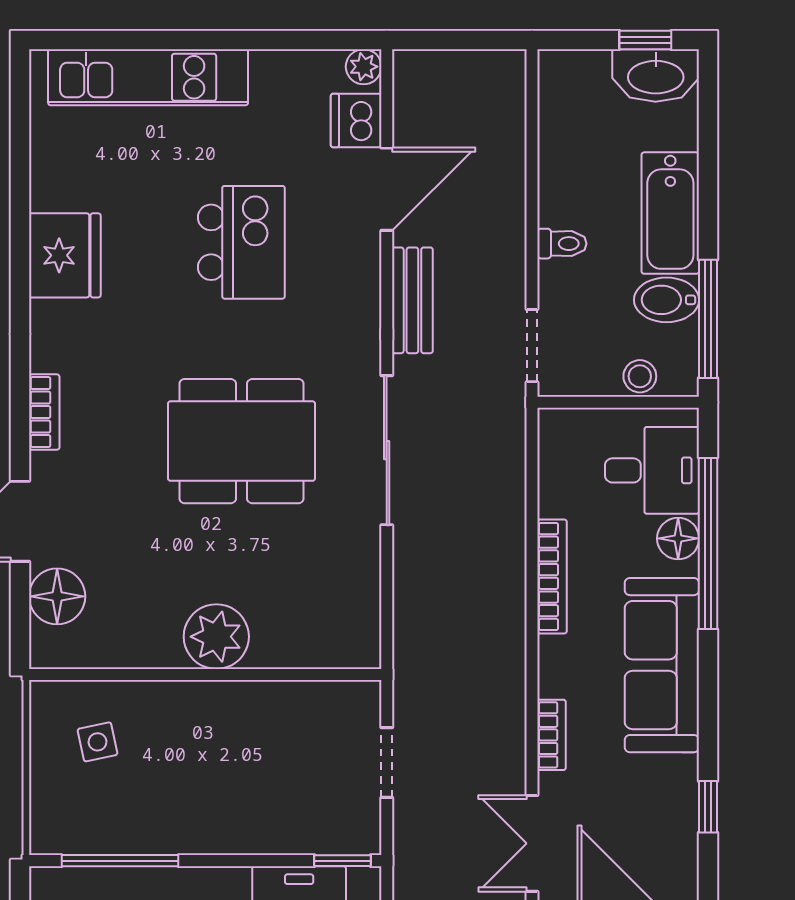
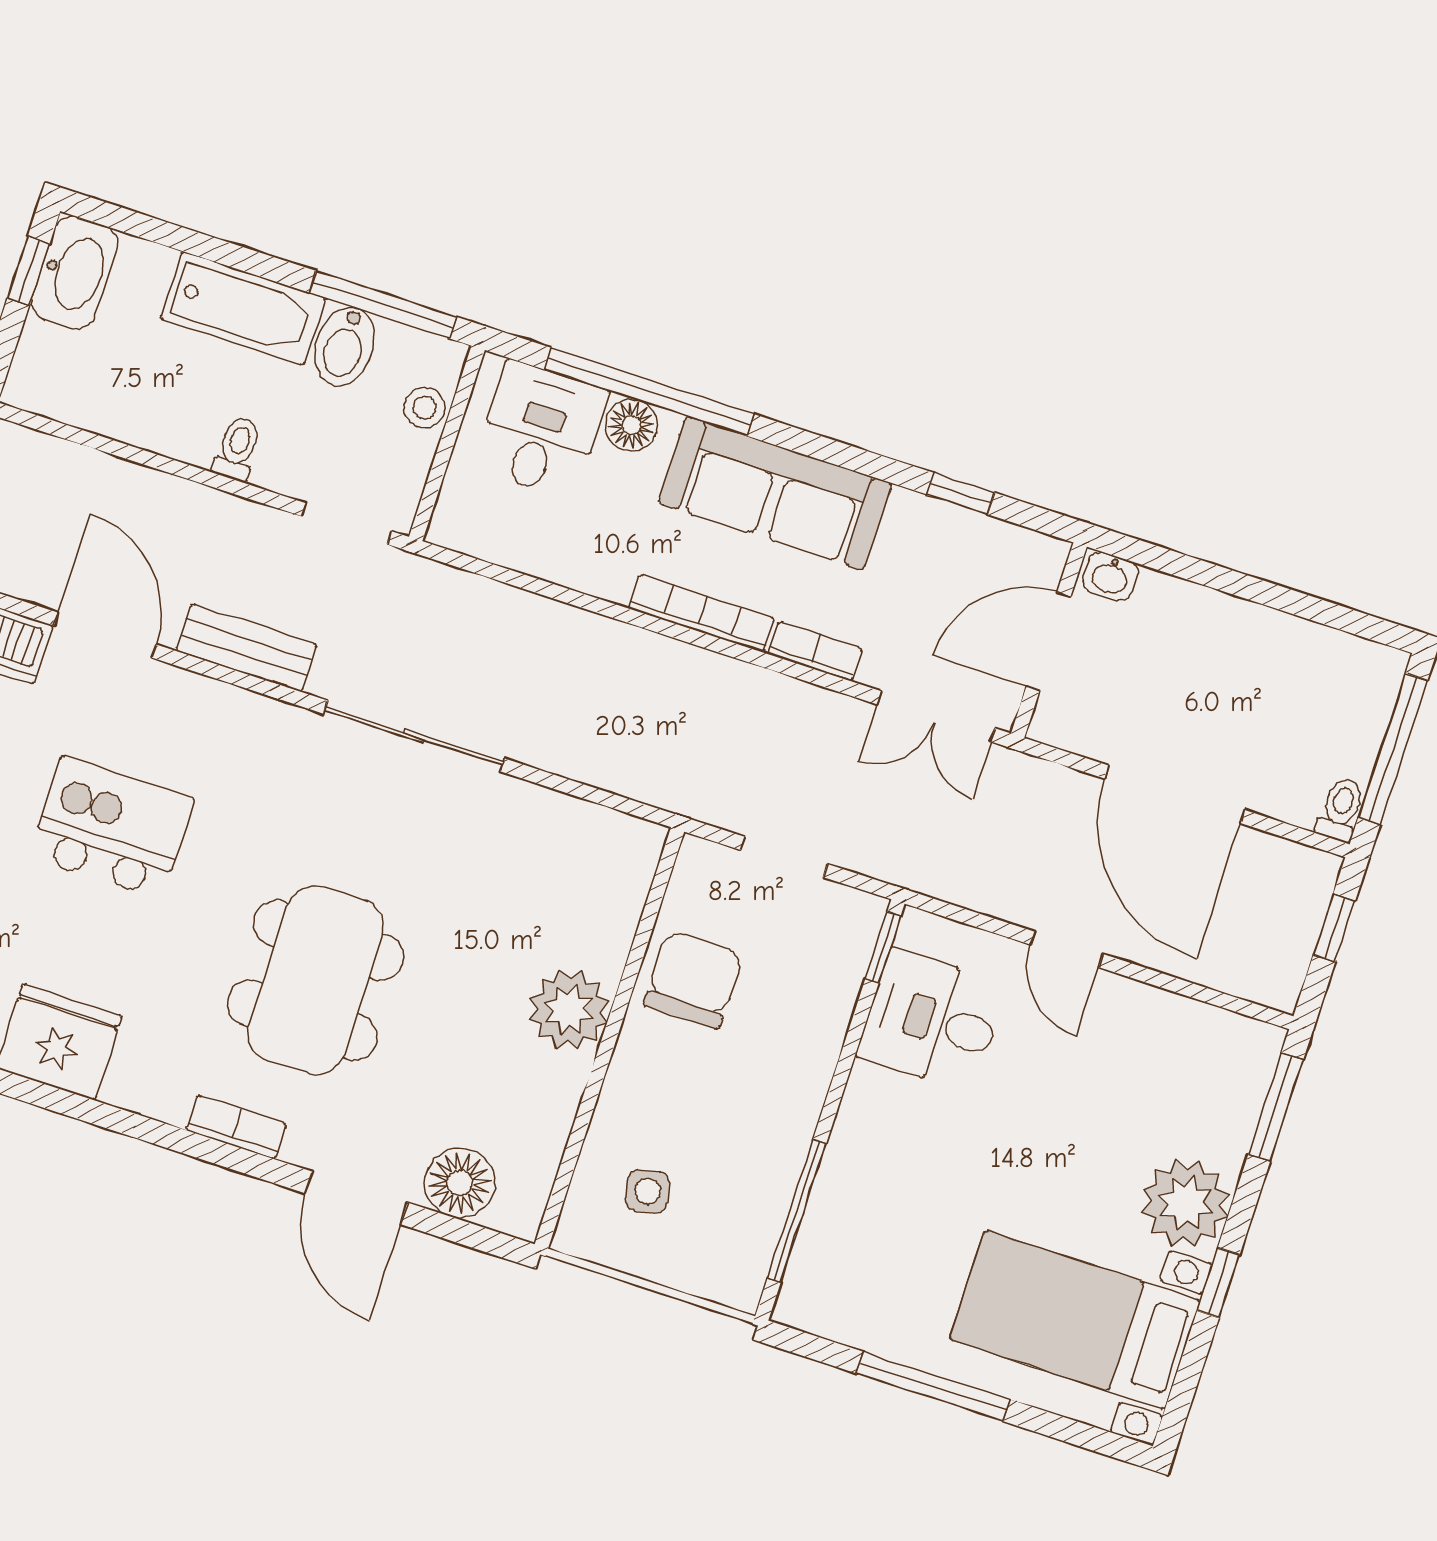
dining table: (241, 441) -> (316, 980), moved
bookcase: (552, 576) -> (701, 613), moved
chair: (271, 724) -> (693, 979), added

